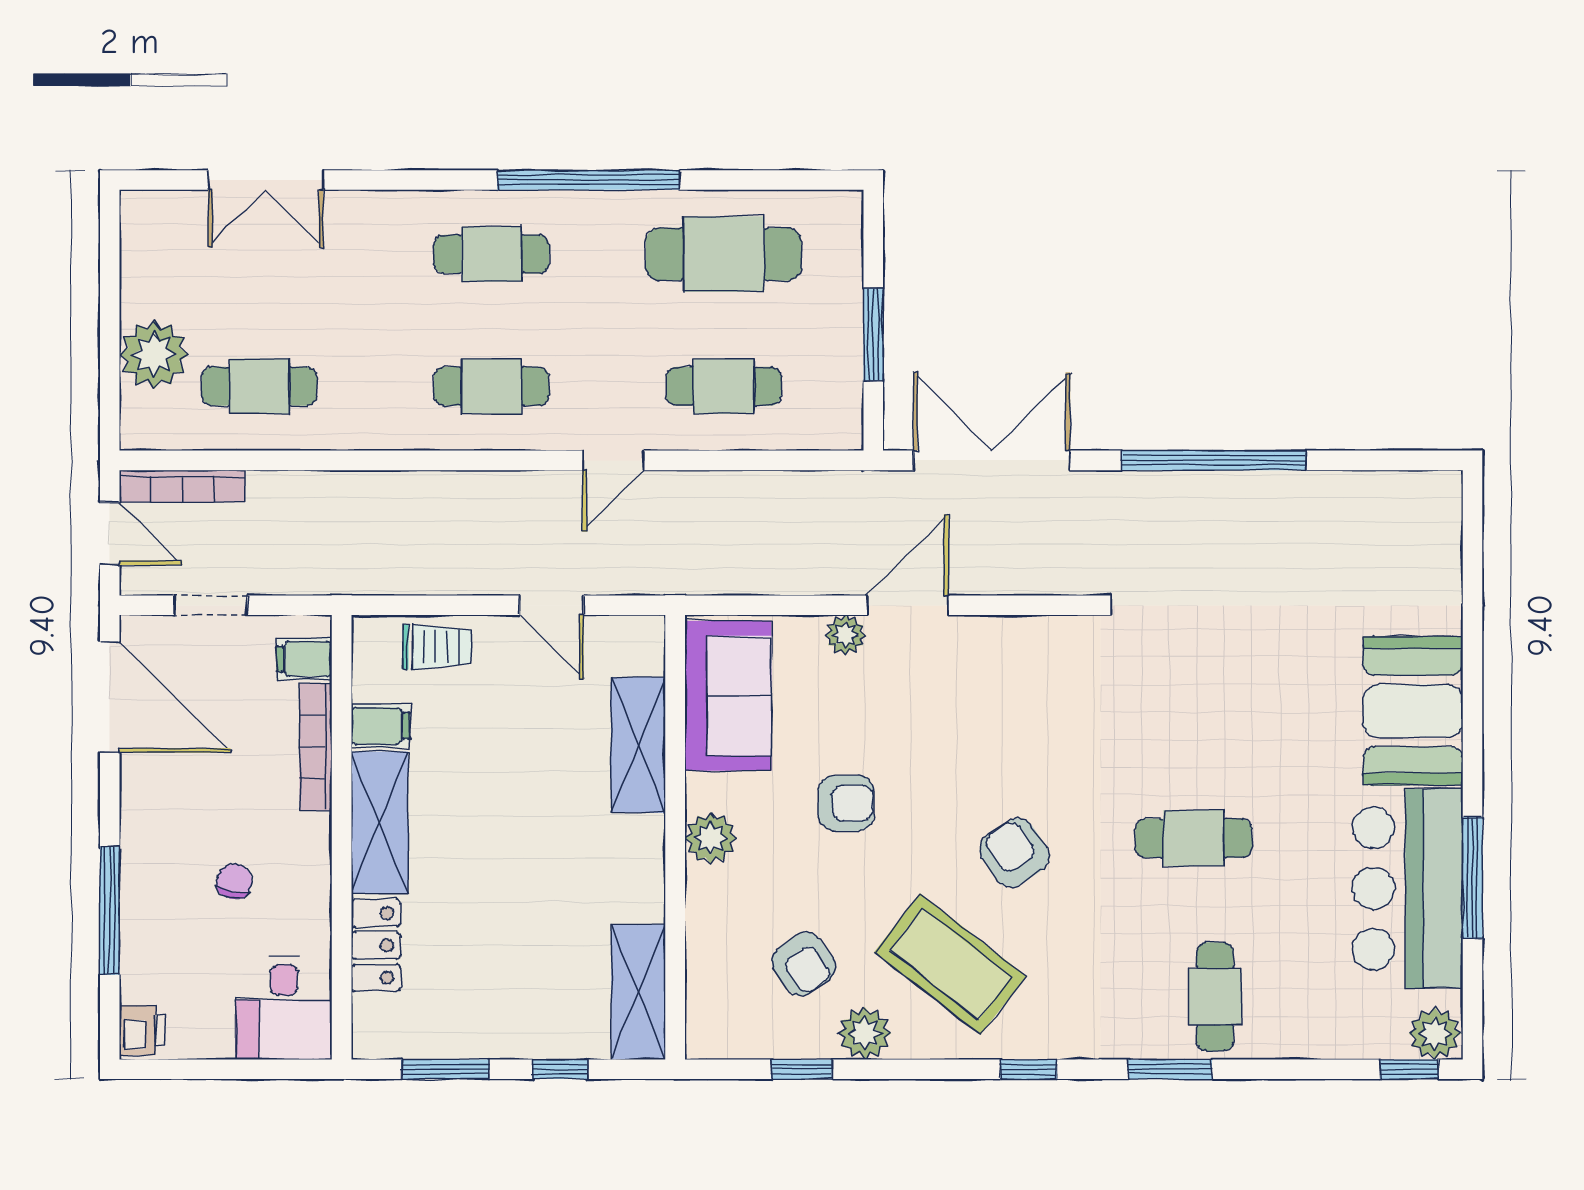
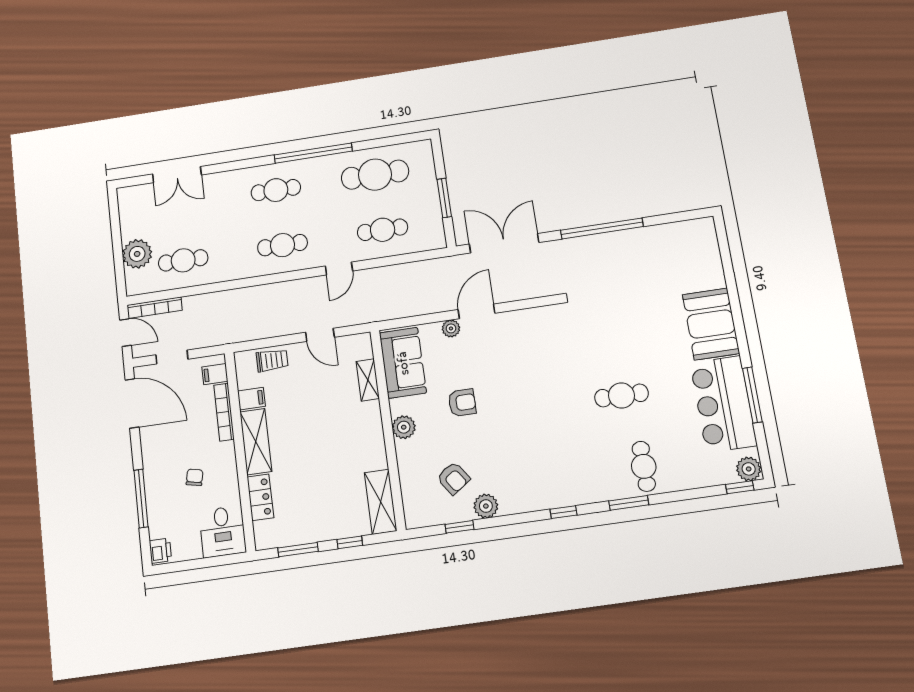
shelving: (638, 745) -> (368, 380), width x0.67, depth x0.75
armchair: (1014, 853) -> (541, 414), removed
coffee table: (950, 964) -> (520, 469), removed

